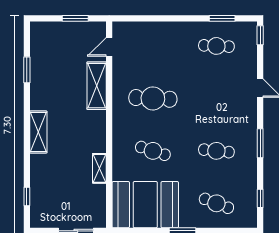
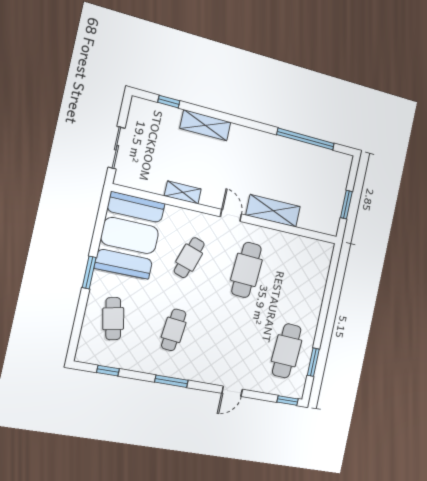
cafe table: (216, 46) -> (287, 351), width x1.37, depth x1.35
door: (109, 47) -> (231, 215), moved
window: (27, 70) -> (306, 139), width x2.11
shelving: (38, 132) -> (205, 125), moved
cafe table: (216, 203) -> (113, 319), turned -33

